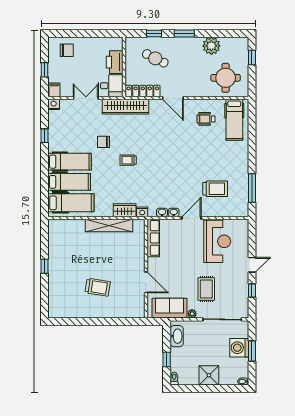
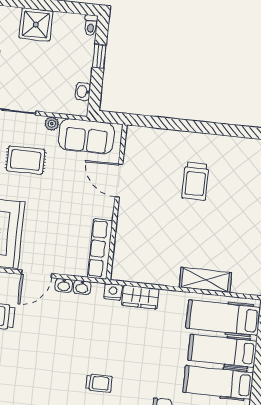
trolley: (128, 160) -> (99, 383), moved
shelving: (109, 226) -> (205, 280), moved, width x0.68
trolley: (98, 287) -> (195, 181), turned -99
rug: (206, 289) -> (26, 160), turned 90
washbasin: (177, 336) -> (83, 92), width x0.52, depth x0.69

